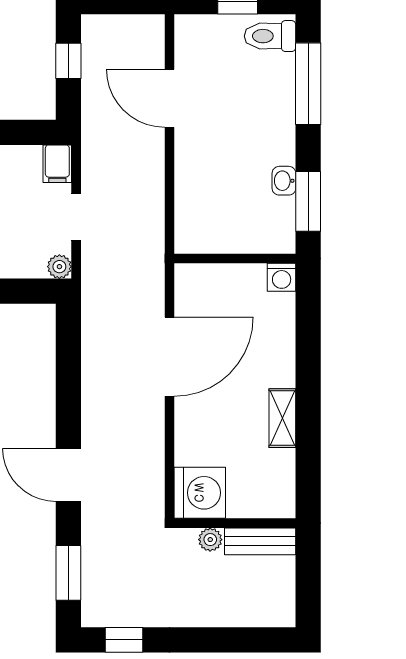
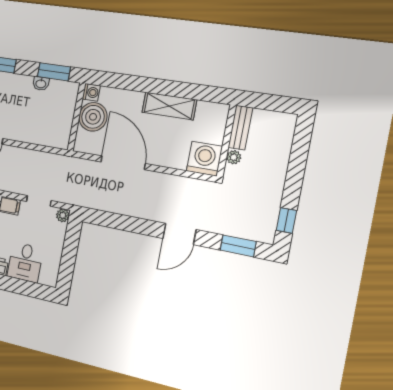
boiler: (240, 288) -> (93, 117), added
shelving: (282, 418) -> (169, 106), width x1.50, depth x1.33

